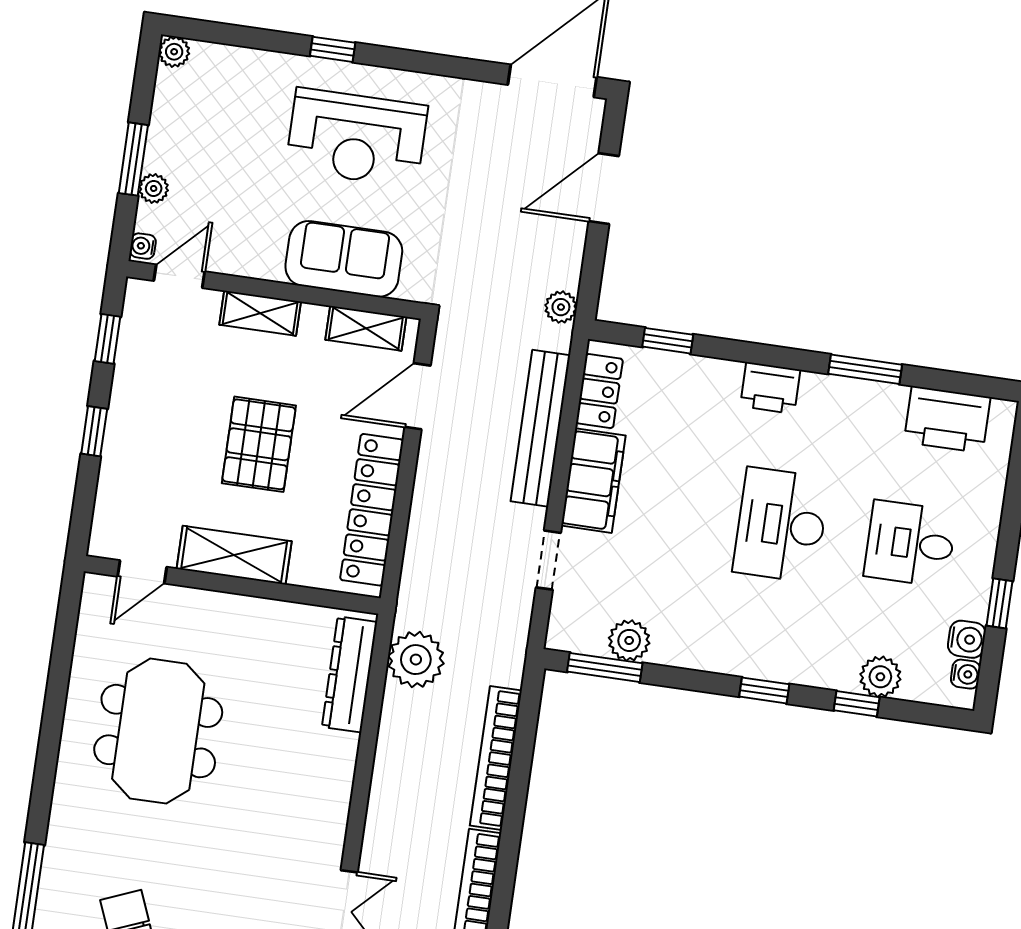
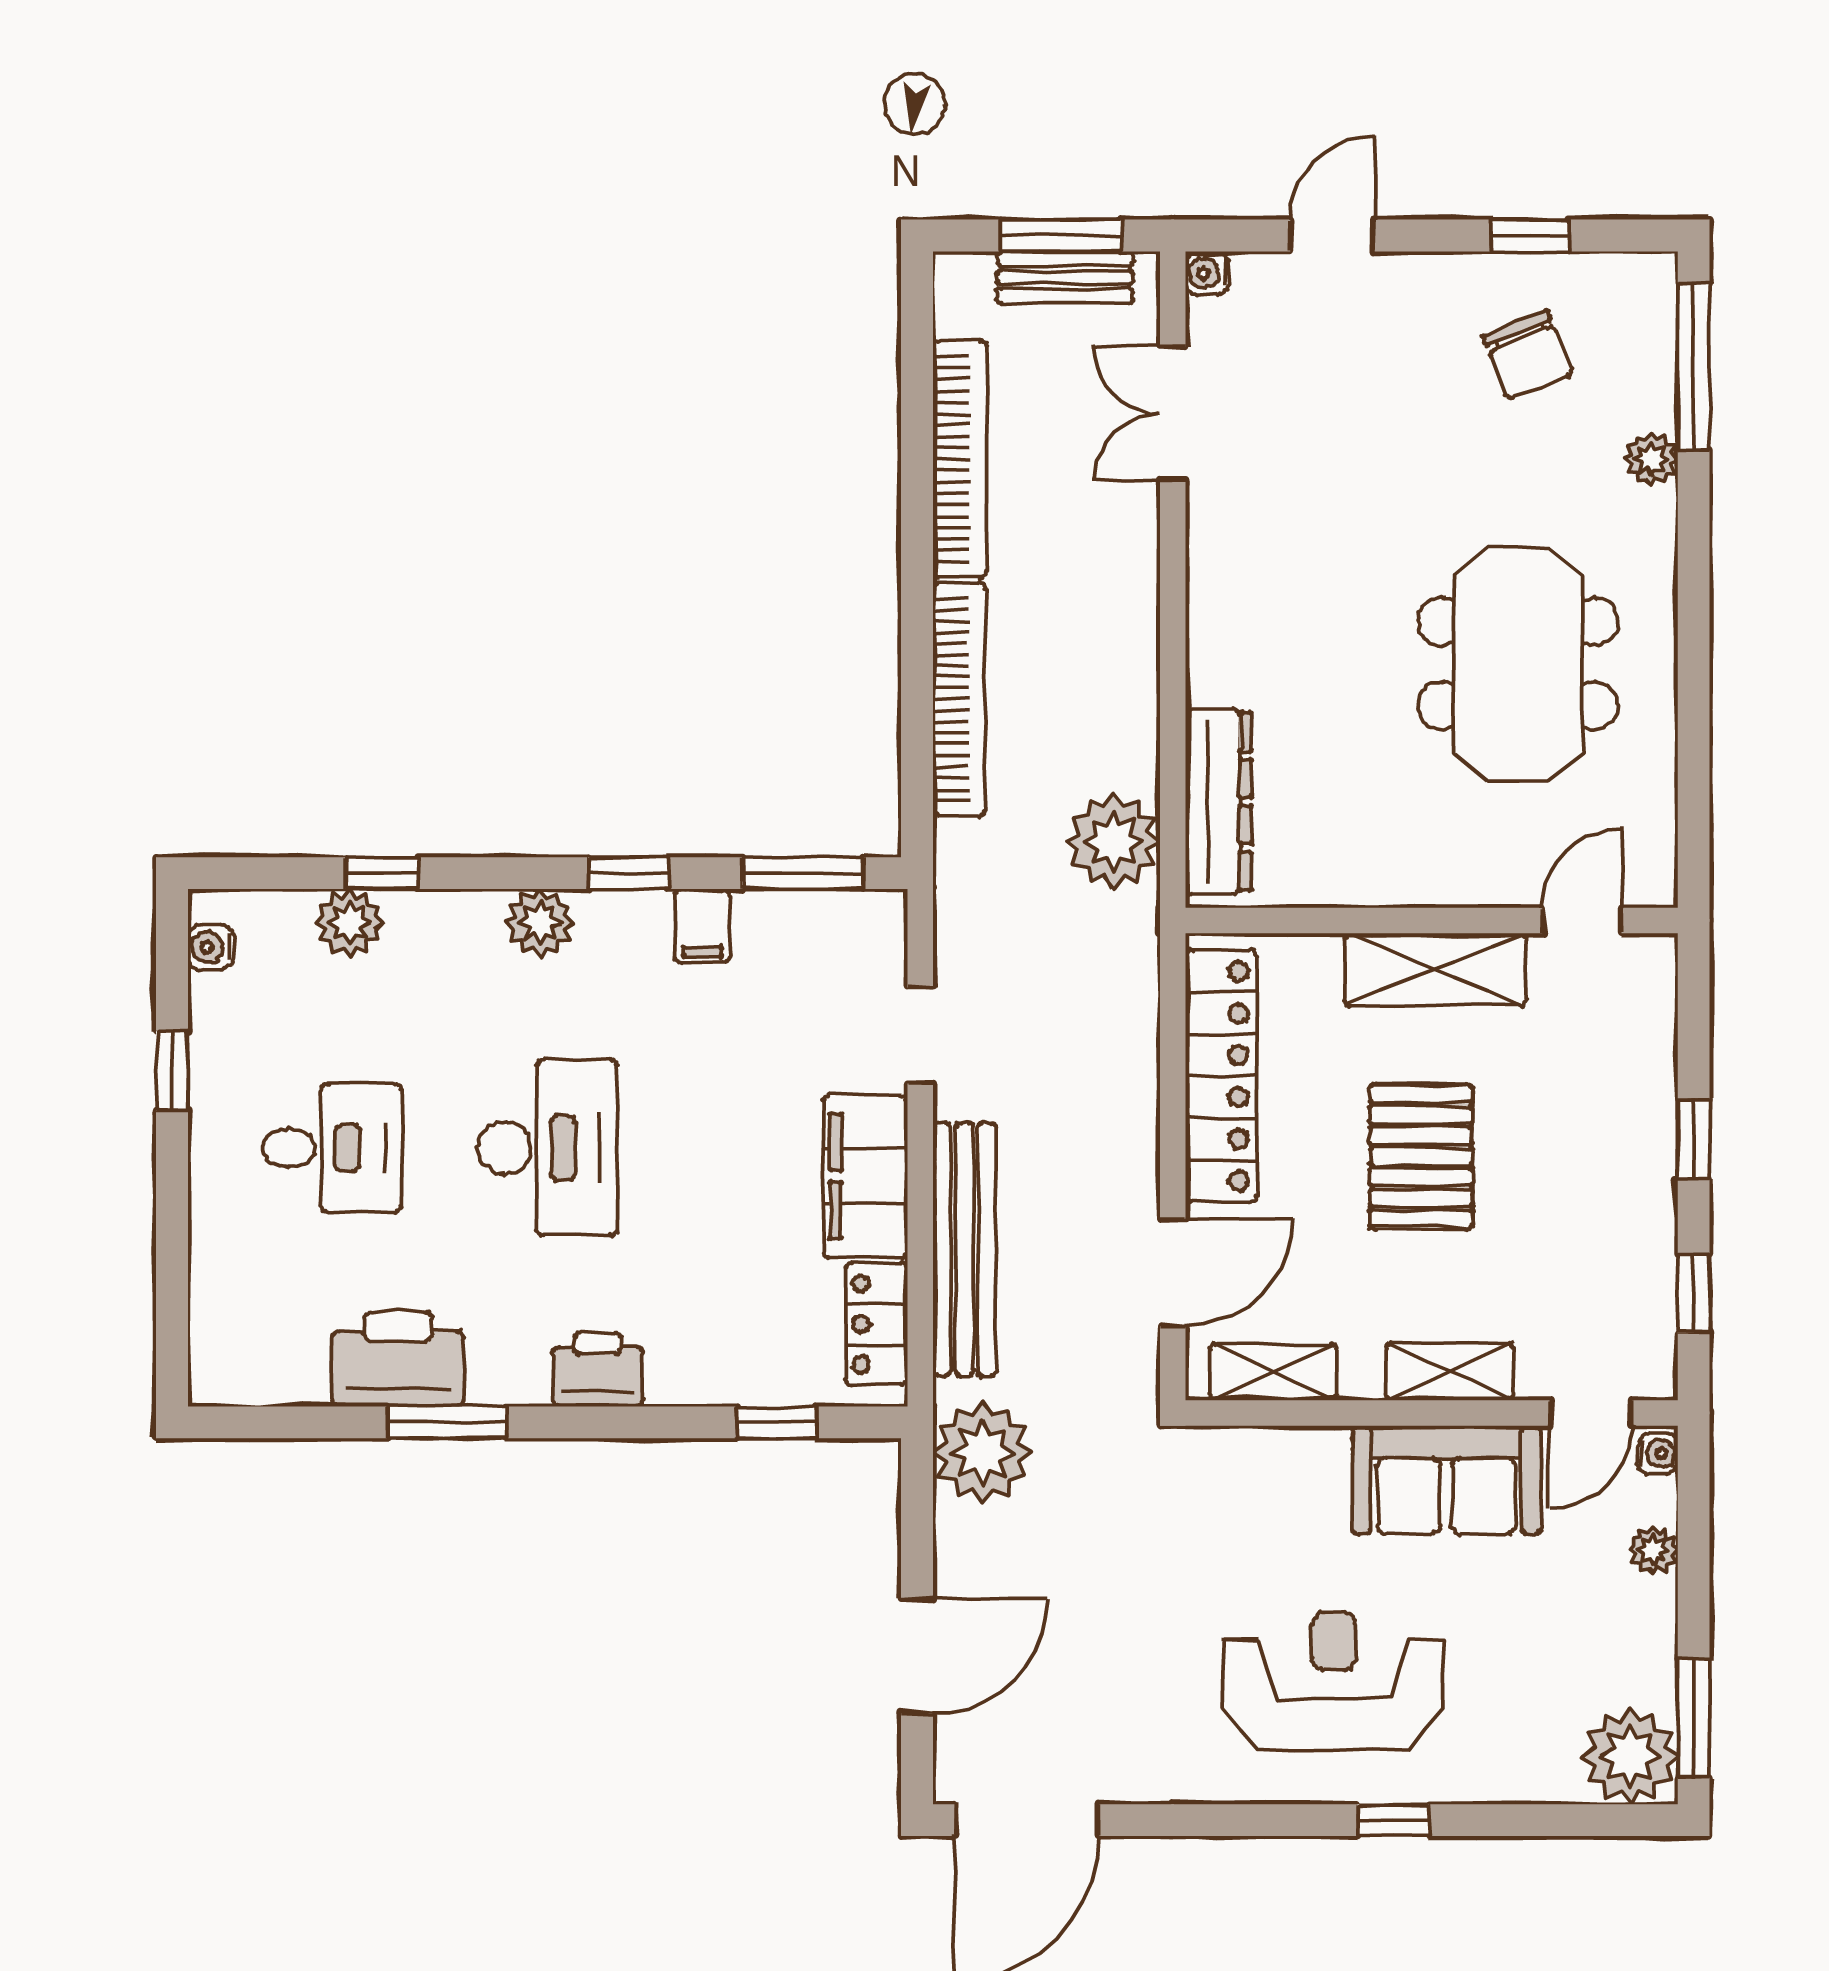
plant: (174, 52) -> (1630, 1756), width x1.88, depth x1.88
window: (133, 159) -> (1694, 1718), moved
sofa: (344, 259) -> (1446, 1480), moved
plant: (561, 307) -> (982, 1452), width x1.88, depth x1.88
printer: (947, 419) -> (398, 1359), moved
water cooler: (967, 639) -> (217, 1005), removed
plant: (629, 640) -> (540, 923), moved
filing cabinet: (669, 644) -> (702, 926), added
window: (764, 690) -> (628, 873), moved
plant: (61, 842) -> (1651, 459), added

